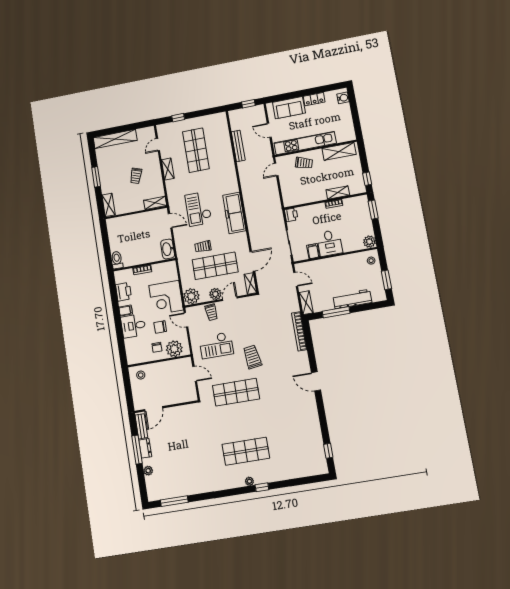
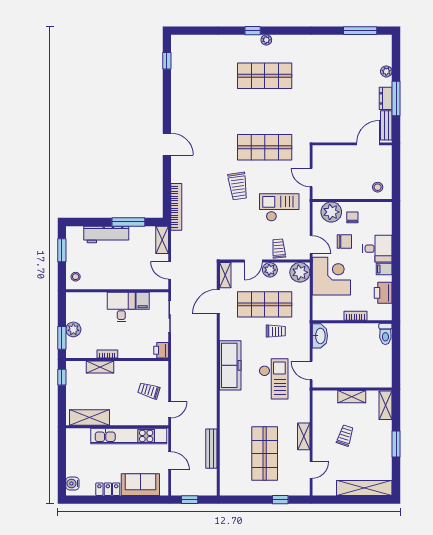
trolley: (304, 163) -> (149, 391), moved
shelving: (155, 203) -> (352, 397), moved
plant: (369, 242) -> (73, 329), moved

